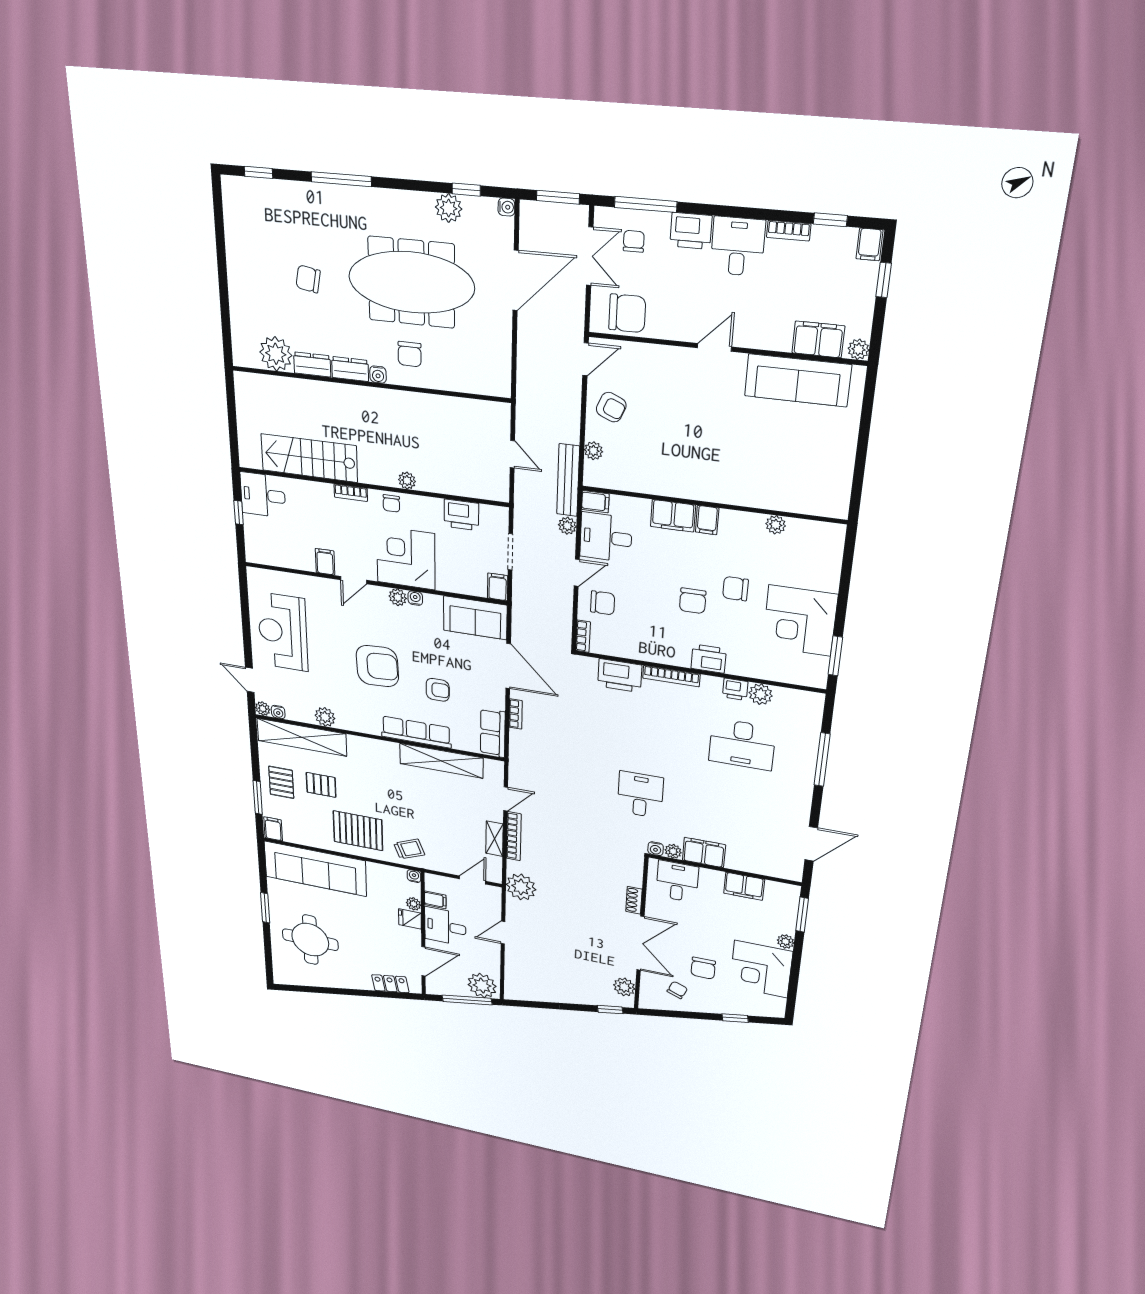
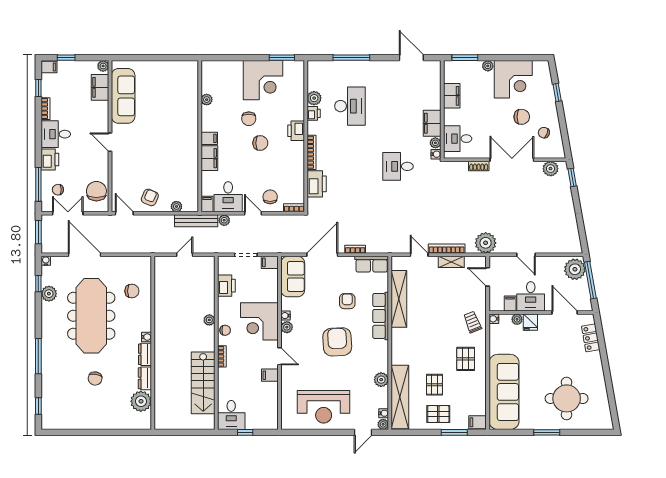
chair: (410, 354) -> (132, 291), moved
pallet: (358, 831) -> (466, 359), width x0.67, depth x0.71

